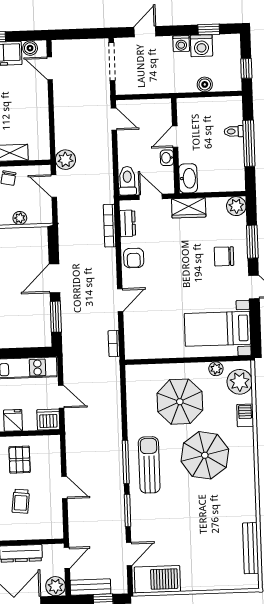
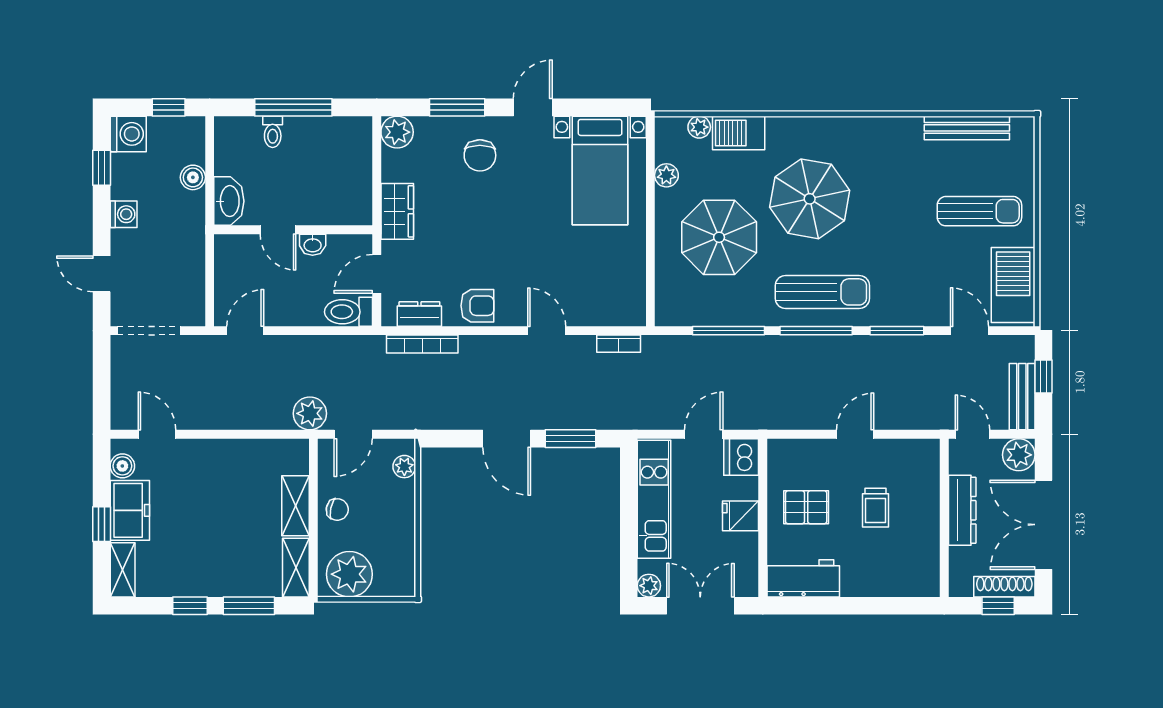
washing machine: (201, 46) -> (128, 134), moved
door: (50, 68) -> (157, 434), swing flipped
washbasin: (188, 178) -> (229, 201), moved, turned 90
plant: (20, 218) -> (404, 467), moved
plant: (240, 382) -> (699, 127), width x0.53, depth x0.53
window: (124, 409) -> (729, 331), added
barbecue: (245, 415) -> (739, 133), width x1.38, depth x1.27
sun lounger: (149, 465) -> (822, 292), turned 180
trolley: (21, 501) -> (875, 508), turned 84
sun lounger: (201, 557) -> (979, 211), added

